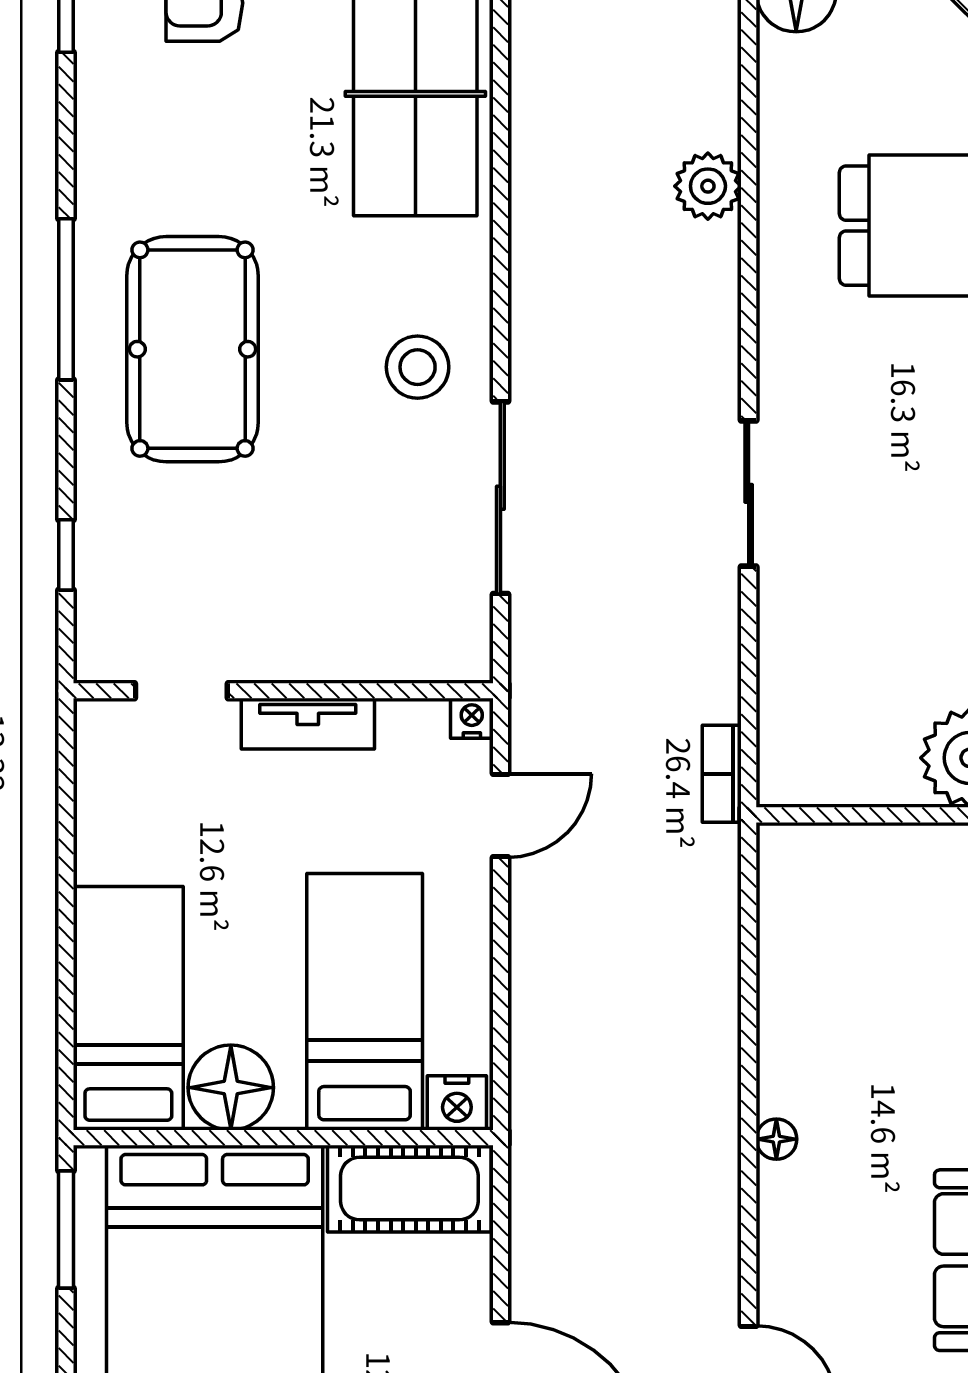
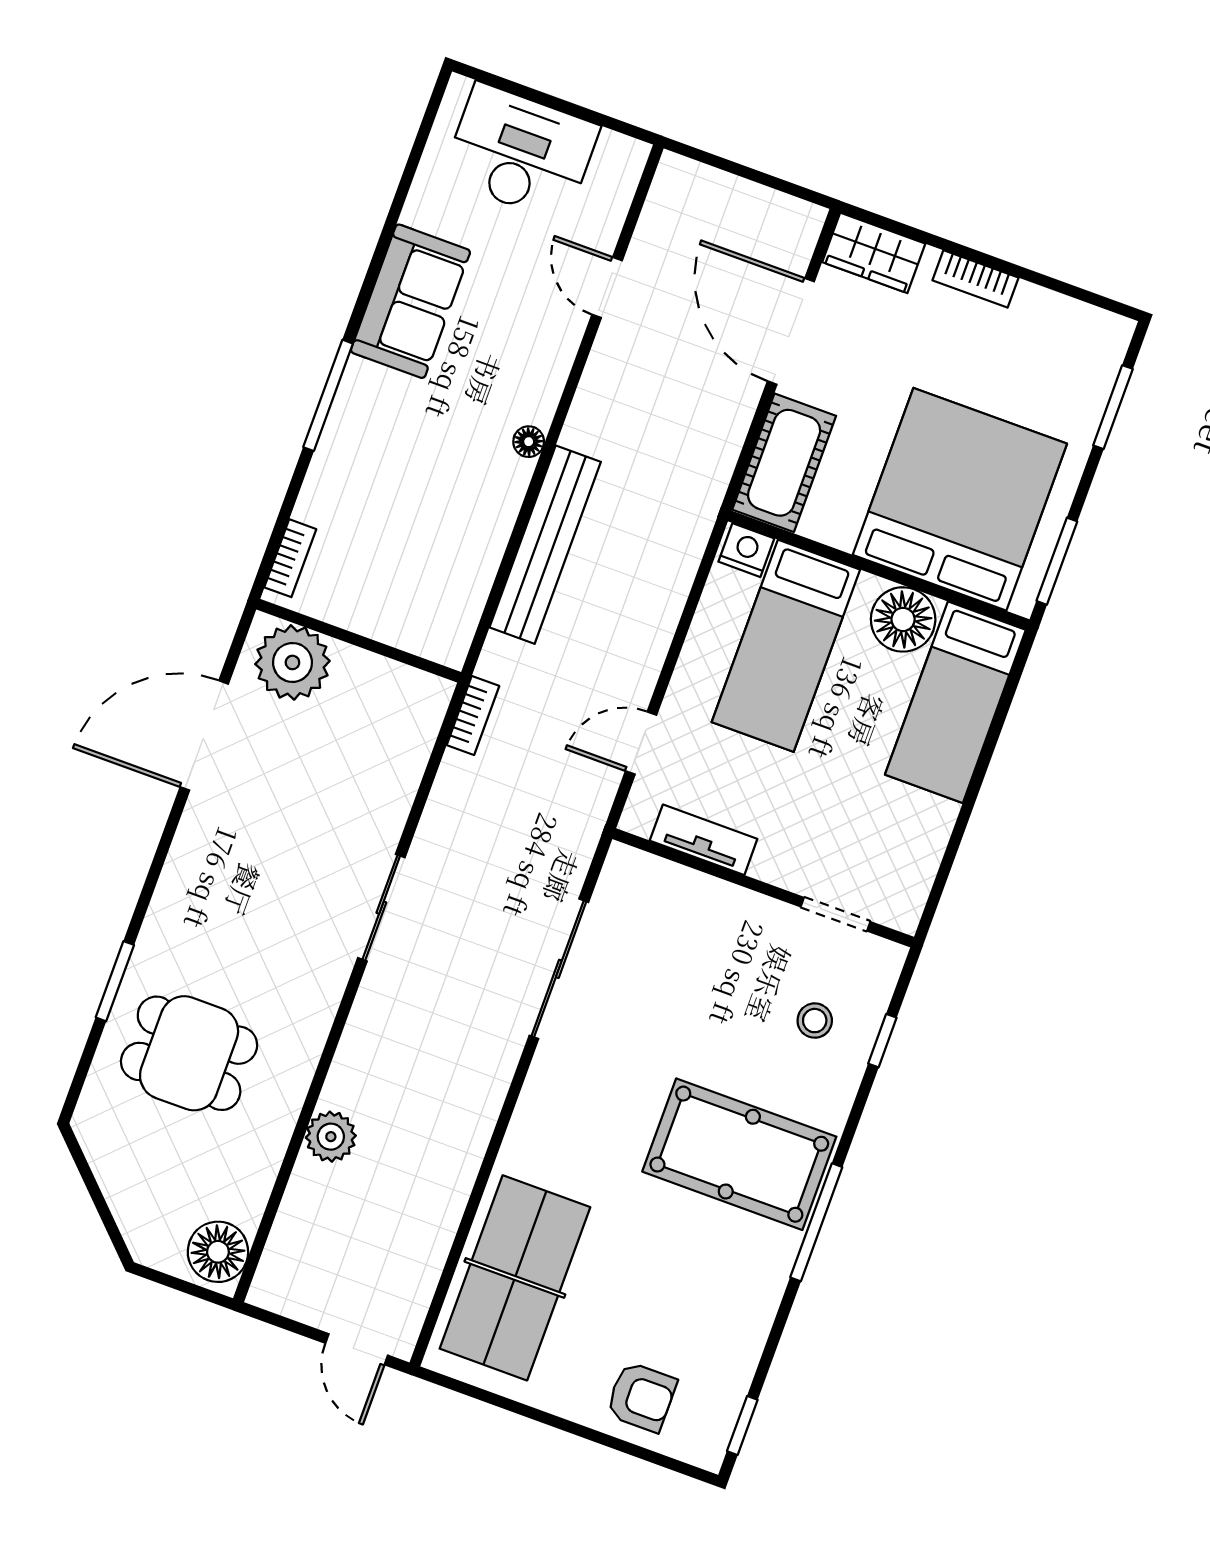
pool table: (192, 349) -> (739, 1154), turned 90
stool: (418, 367) -> (815, 1021), moved, width x0.73, depth x0.73
nightstand: (472, 718) -> (636, 820), removed
tv unit: (308, 724) -> (704, 840), moved
bench: (709, 1019) -> (545, 545), added
cot: (409, 1189) -> (784, 463), moved, turned 90

